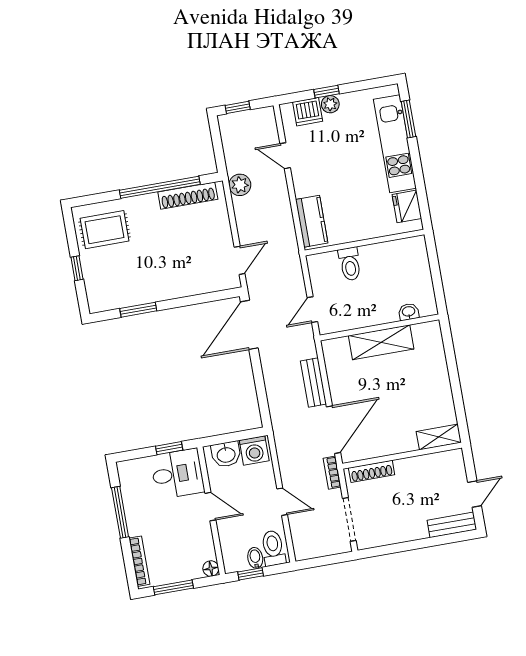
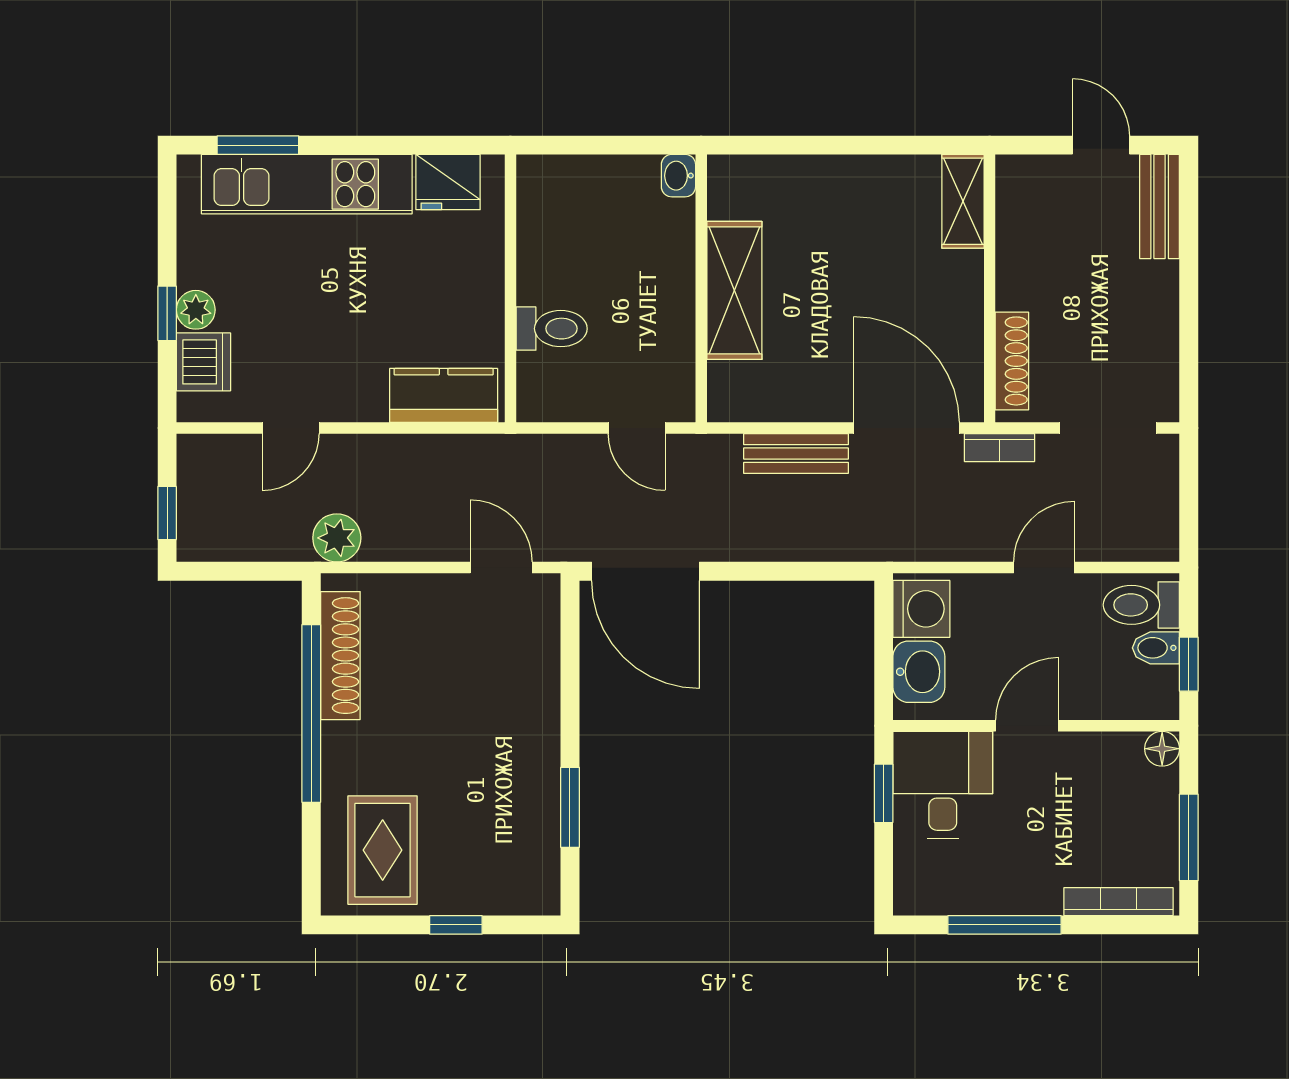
washbasin: (409, 312) -> (678, 176), moved

